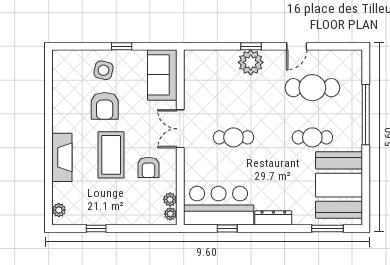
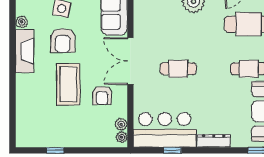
double door: (180, 129) -> (130, 61), width x1.37
fireplace: (62, 157) -> (24, 51), moved
plant: (59, 210) -> (22, 22), moved

